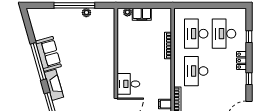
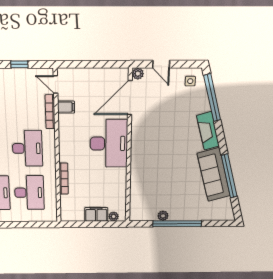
sofa: (48, 54) -> (214, 175), width x1.36
window: (38, 61) -> (229, 176), moved
desk: (128, 84) -> (109, 143), width x1.87, depth x1.30

